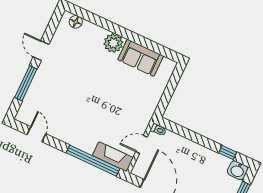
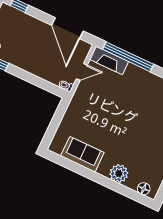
plant: (113, 43) -> (119, 173), moved

